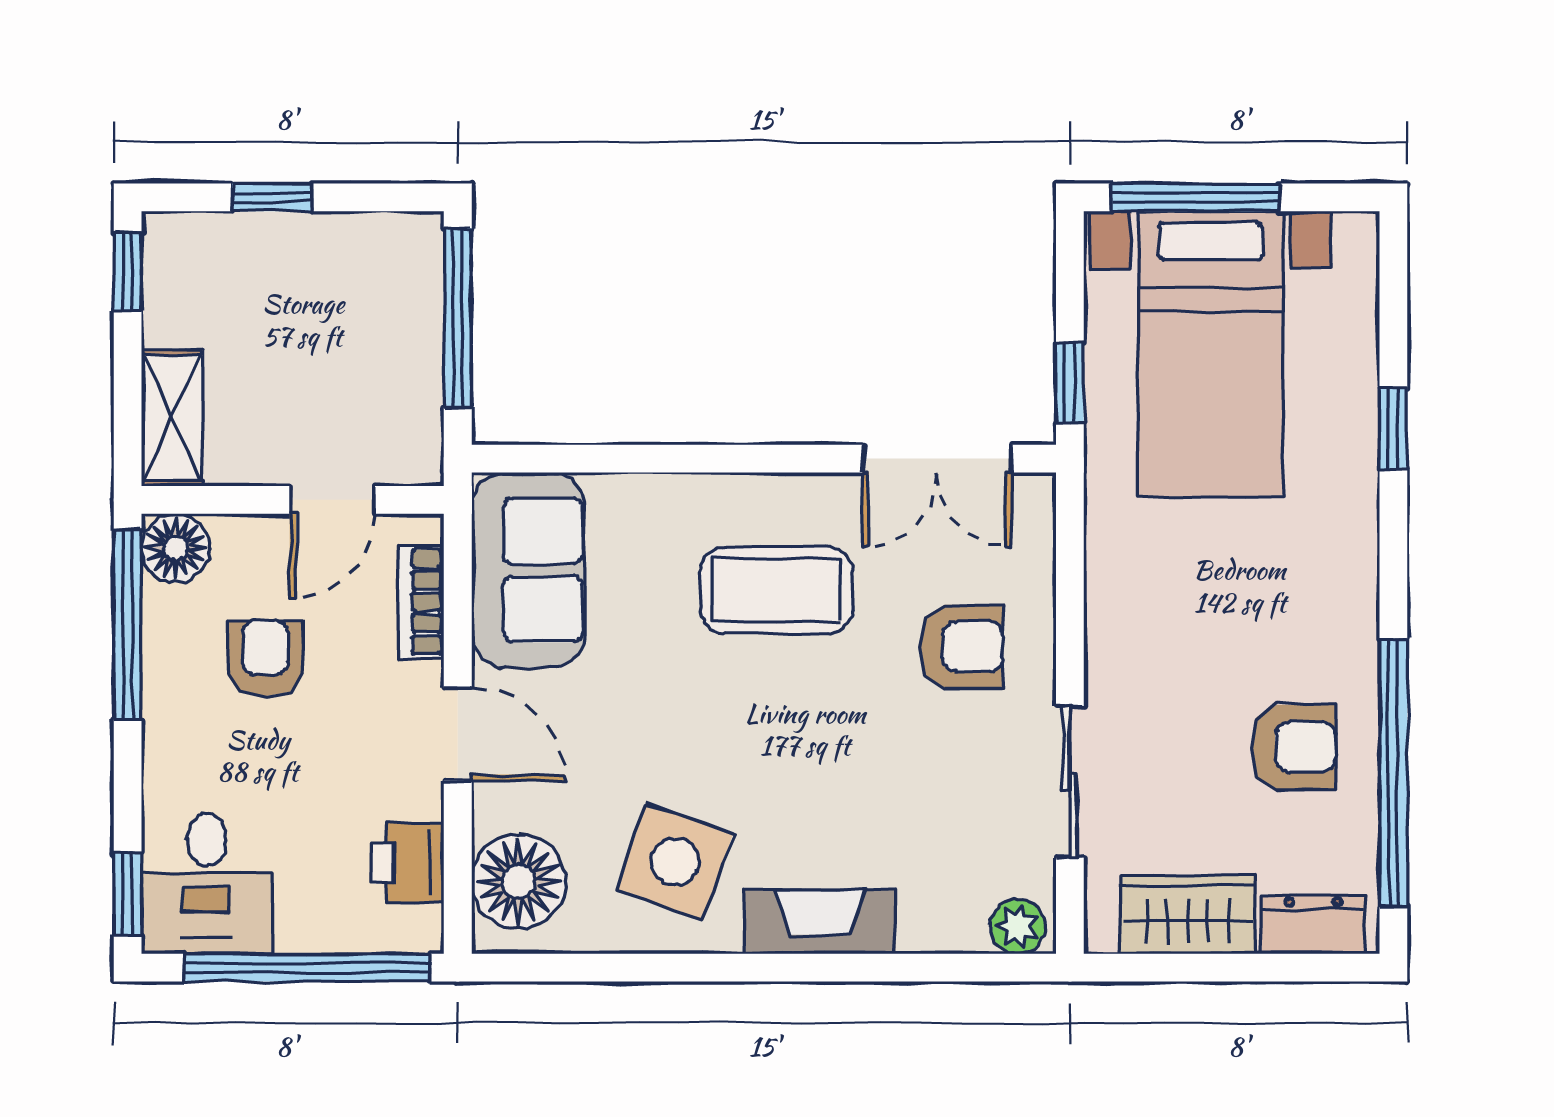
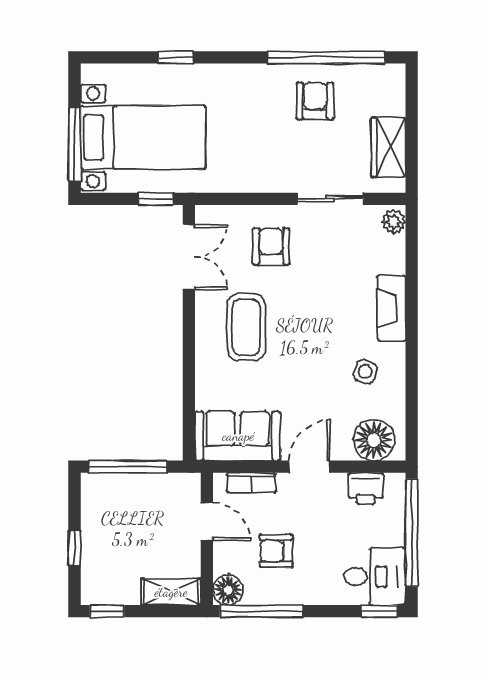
side table: (675, 862) -> (365, 372), width x0.54, depth x0.54
dresser: (1313, 925) -> (393, 92), removed

